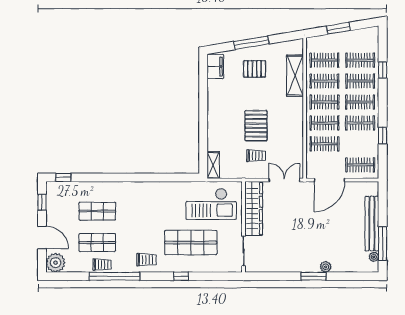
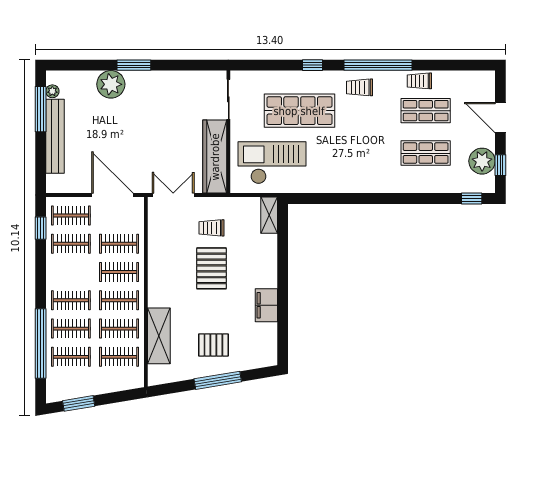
window: (338, 28) -> (79, 403), moved
filing cabinet: (215, 66) -> (266, 305), moved
window: (383, 70) -> (41, 343), width x3.17
clothes rail: (360, 123) -> (71, 244), moved
window: (383, 136) -> (41, 228), moved
double door: (284, 180) -> (173, 195), swing flipped
door: (329, 180) -> (112, 195), hinge flipped
plant: (56, 263) -> (482, 161), moved
plant: (326, 267) -> (111, 84), width x1.87, depth x1.87
window: (114, 276) -> (378, 65), moved

